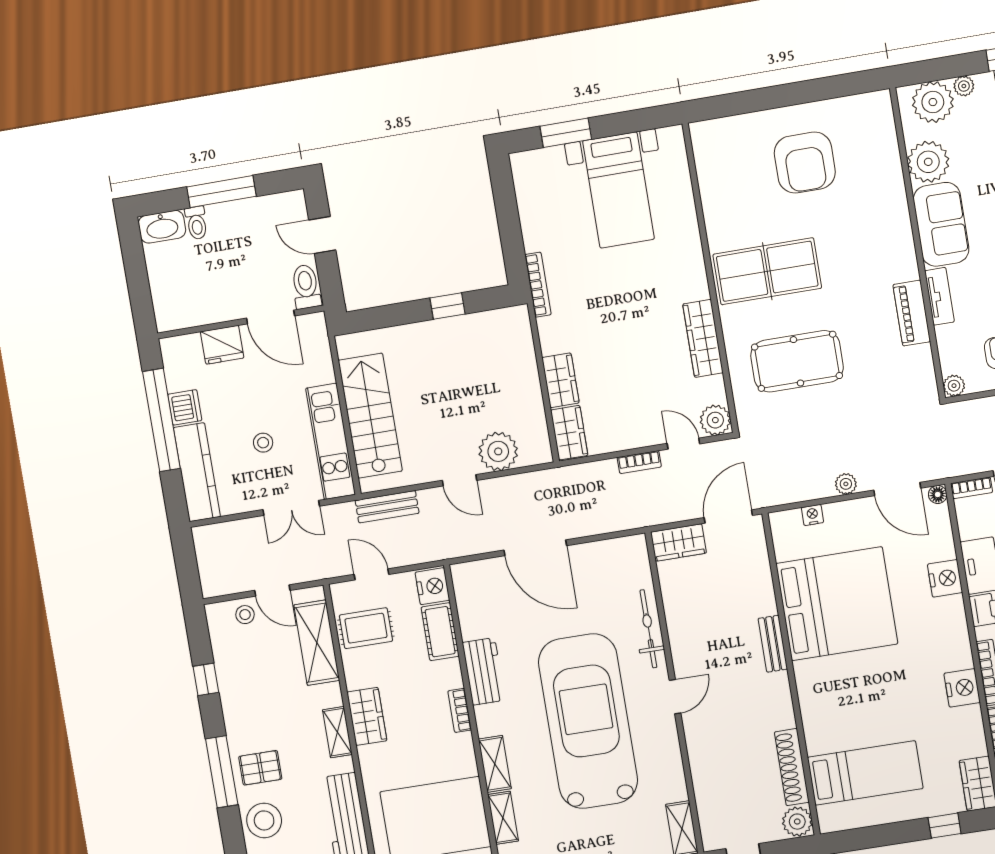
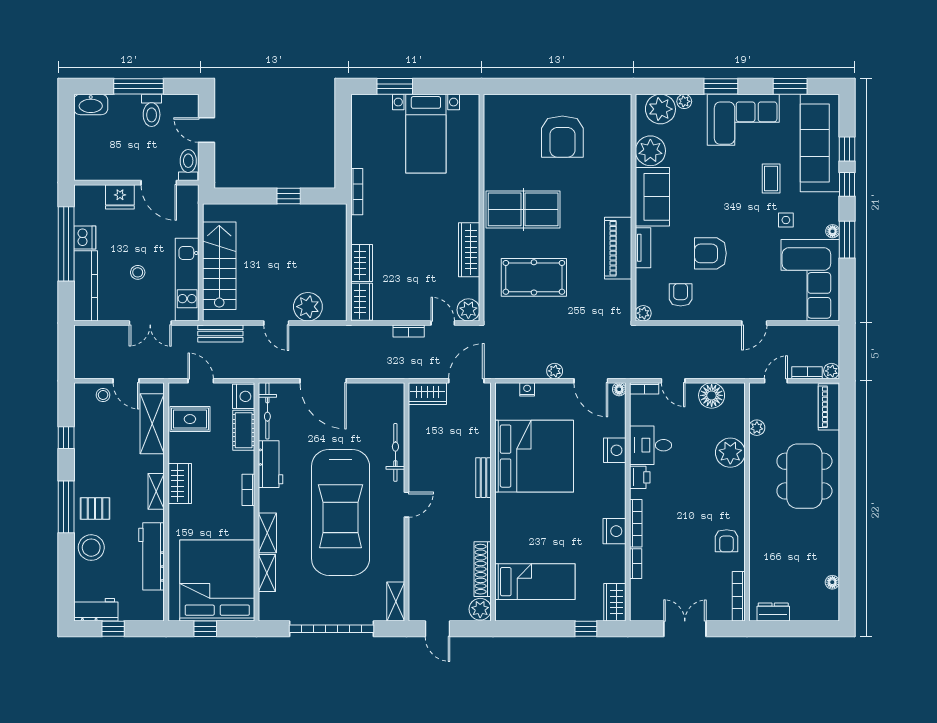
toilet: (196, 223) -> (152, 110), moved, width x1.37, depth x1.39
piano: (912, 313) -> (618, 248), width x1.37, depth x1.33
bicycle: (467, 601) -> (267, 411), added
car: (588, 721) -> (341, 512), turned 180

